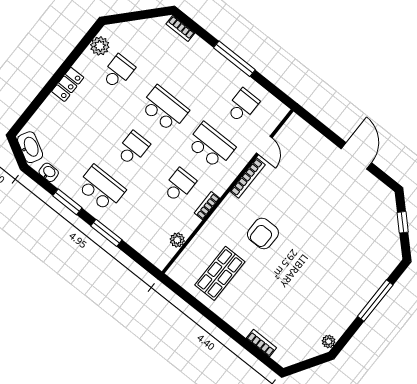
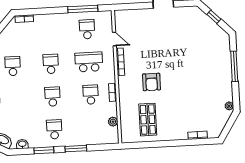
window: (234, 59) -> (83, 9), moved
school desk: (164, 109) -> (51, 64), width x0.54
school desk: (101, 188) -> (54, 129), width x0.54

